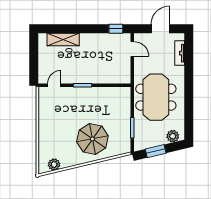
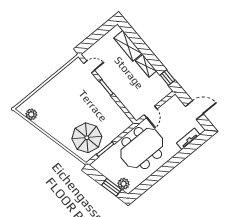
shelving: (92, 38) -> (146, 66), added
door: (132, 49) -> (150, 112), moved
parasol: (92, 139) -> (87, 138), moved
window: (156, 151) -> (112, 187), moved

